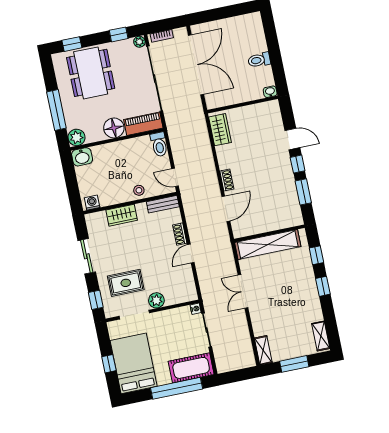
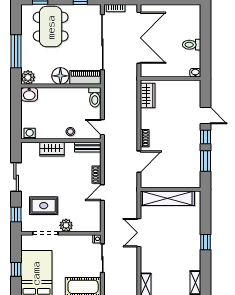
plant: (139, 42) -> (96, 9), removed
window: (316, 255) -> (206, 215), removed

